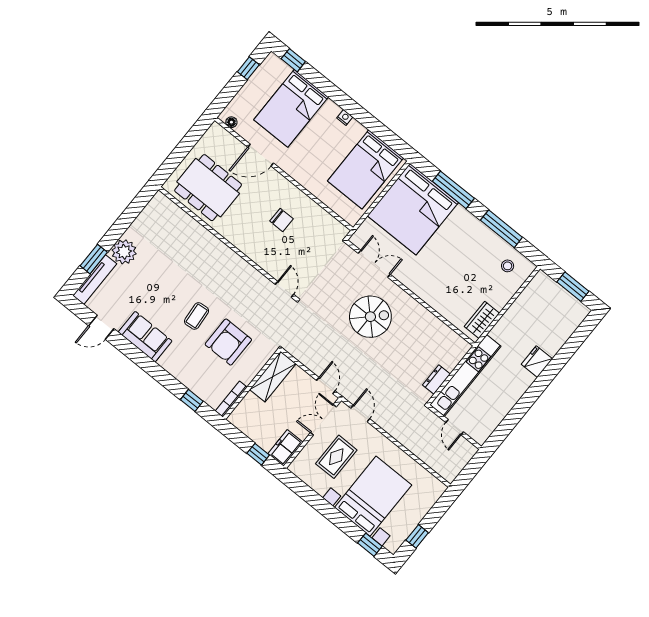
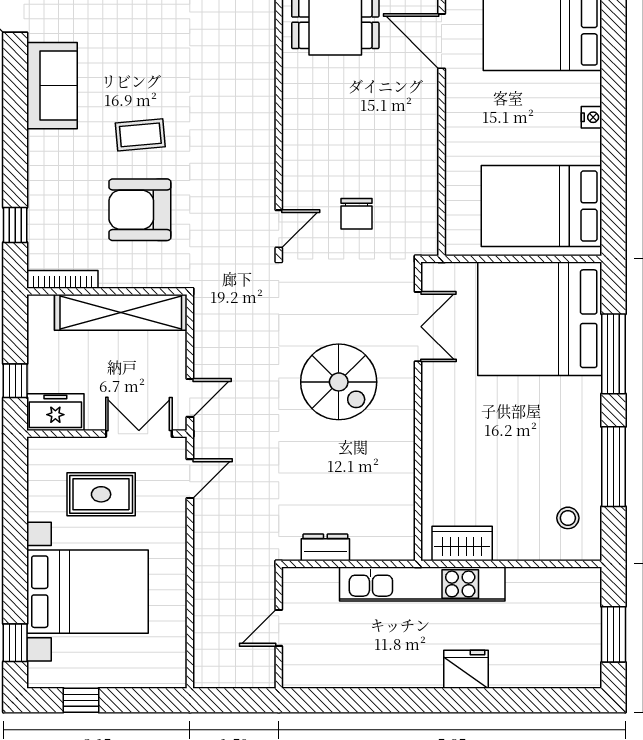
chair: (281, 220) -> (357, 214), moved
kitchen unit: (465, 375) -> (422, 584), moved
shelving: (273, 377) -> (121, 312), width x1.47

